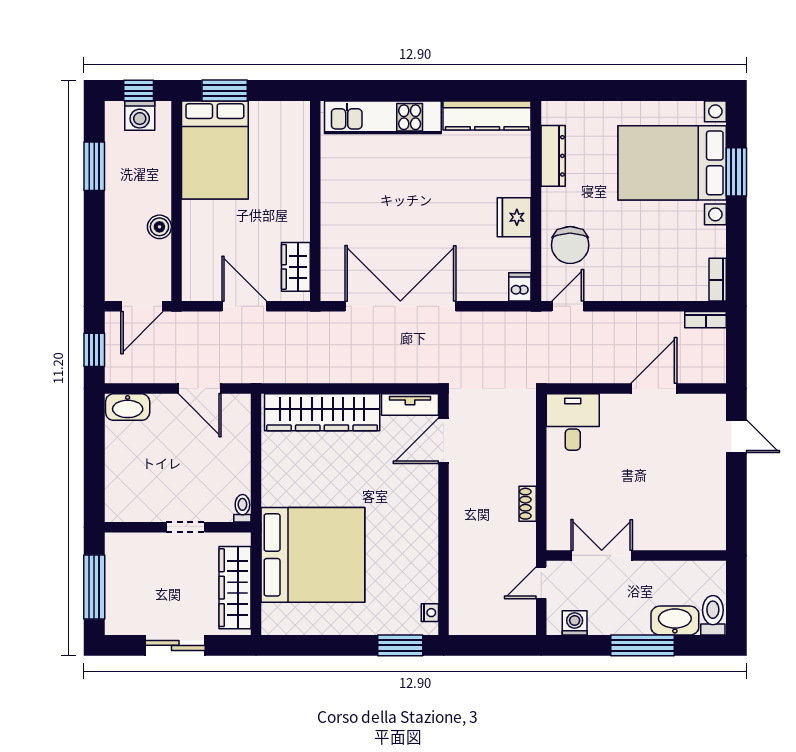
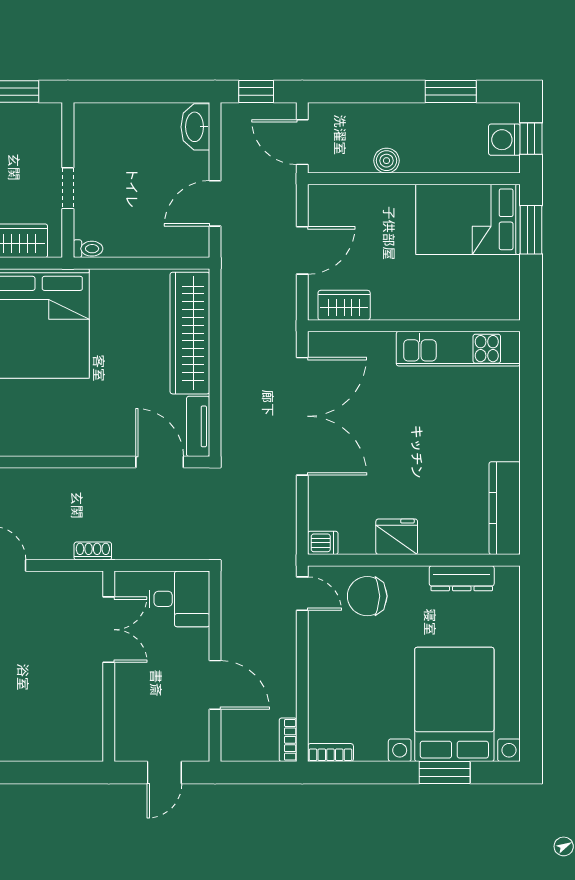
kitchen unit: (383, 117) -> (458, 349), moved, turned -90
double door: (602, 555) -> (109, 630), moved
wall: (636, 555) -> (109, 666), moved

